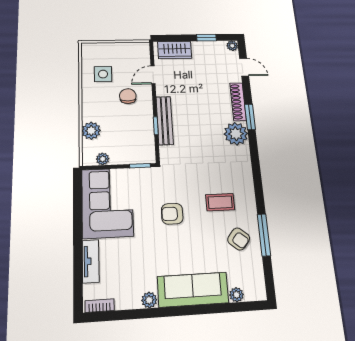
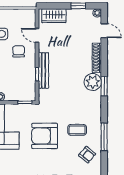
door: (153, 75) -> (37, 35), hinge flipped
window: (250, 117) -> (104, 86), moved
armchair: (172, 214) -> (45, 136), width x1.88, depth x1.88
window: (264, 235) -> (104, 137), moved

